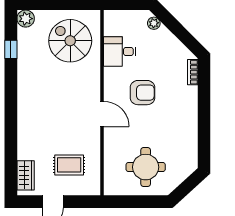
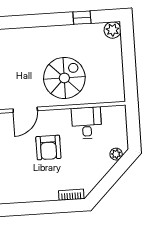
spiral stairs: (70, 41) -> (64, 78), moved

